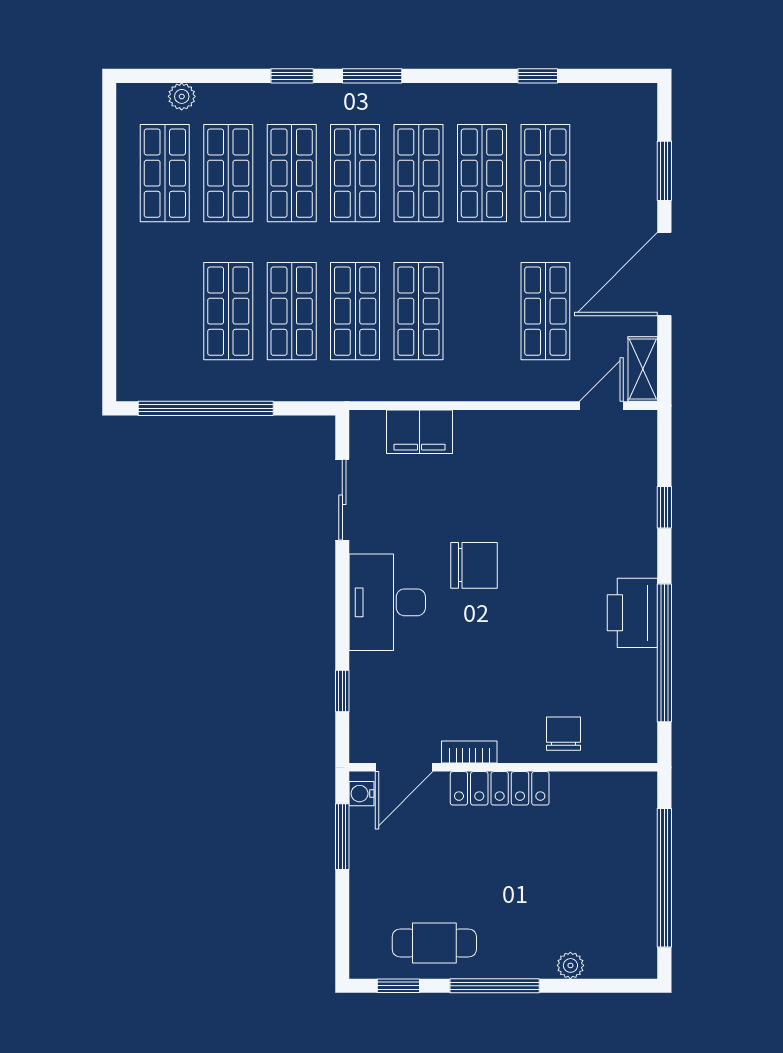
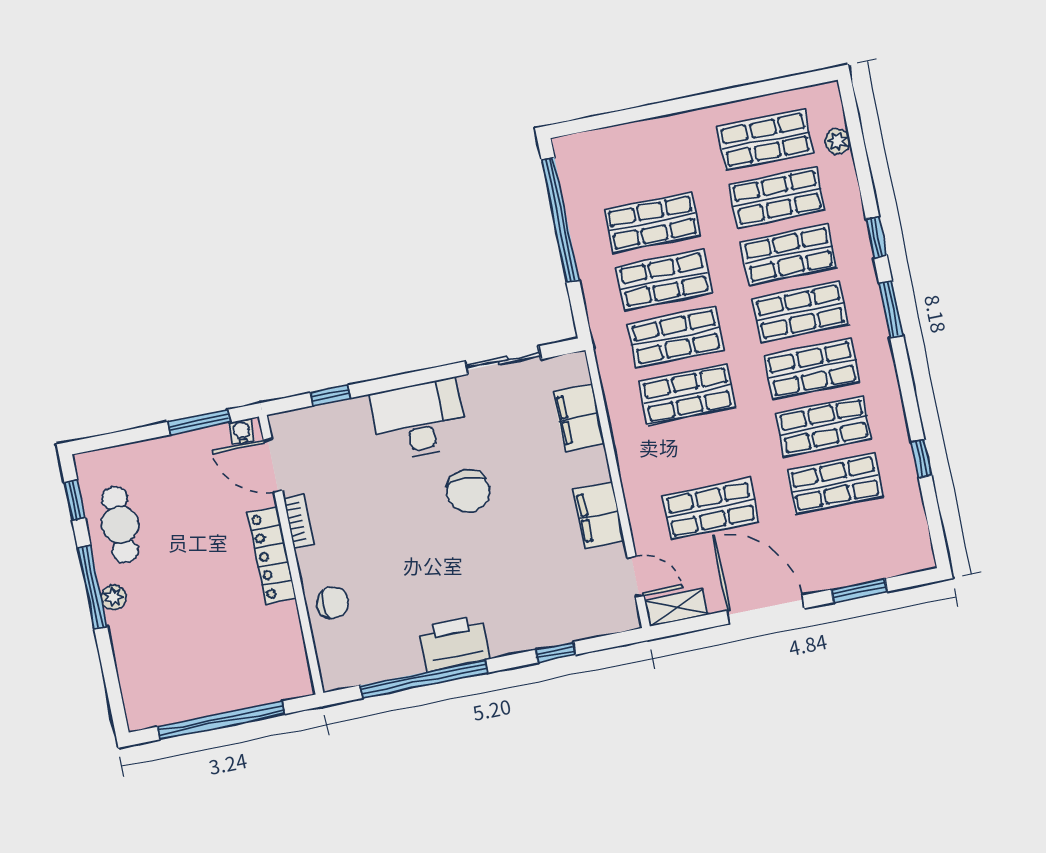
filing cabinet: (528, 432) -> (598, 515), added
plant: (570, 965) -> (114, 597), moved

